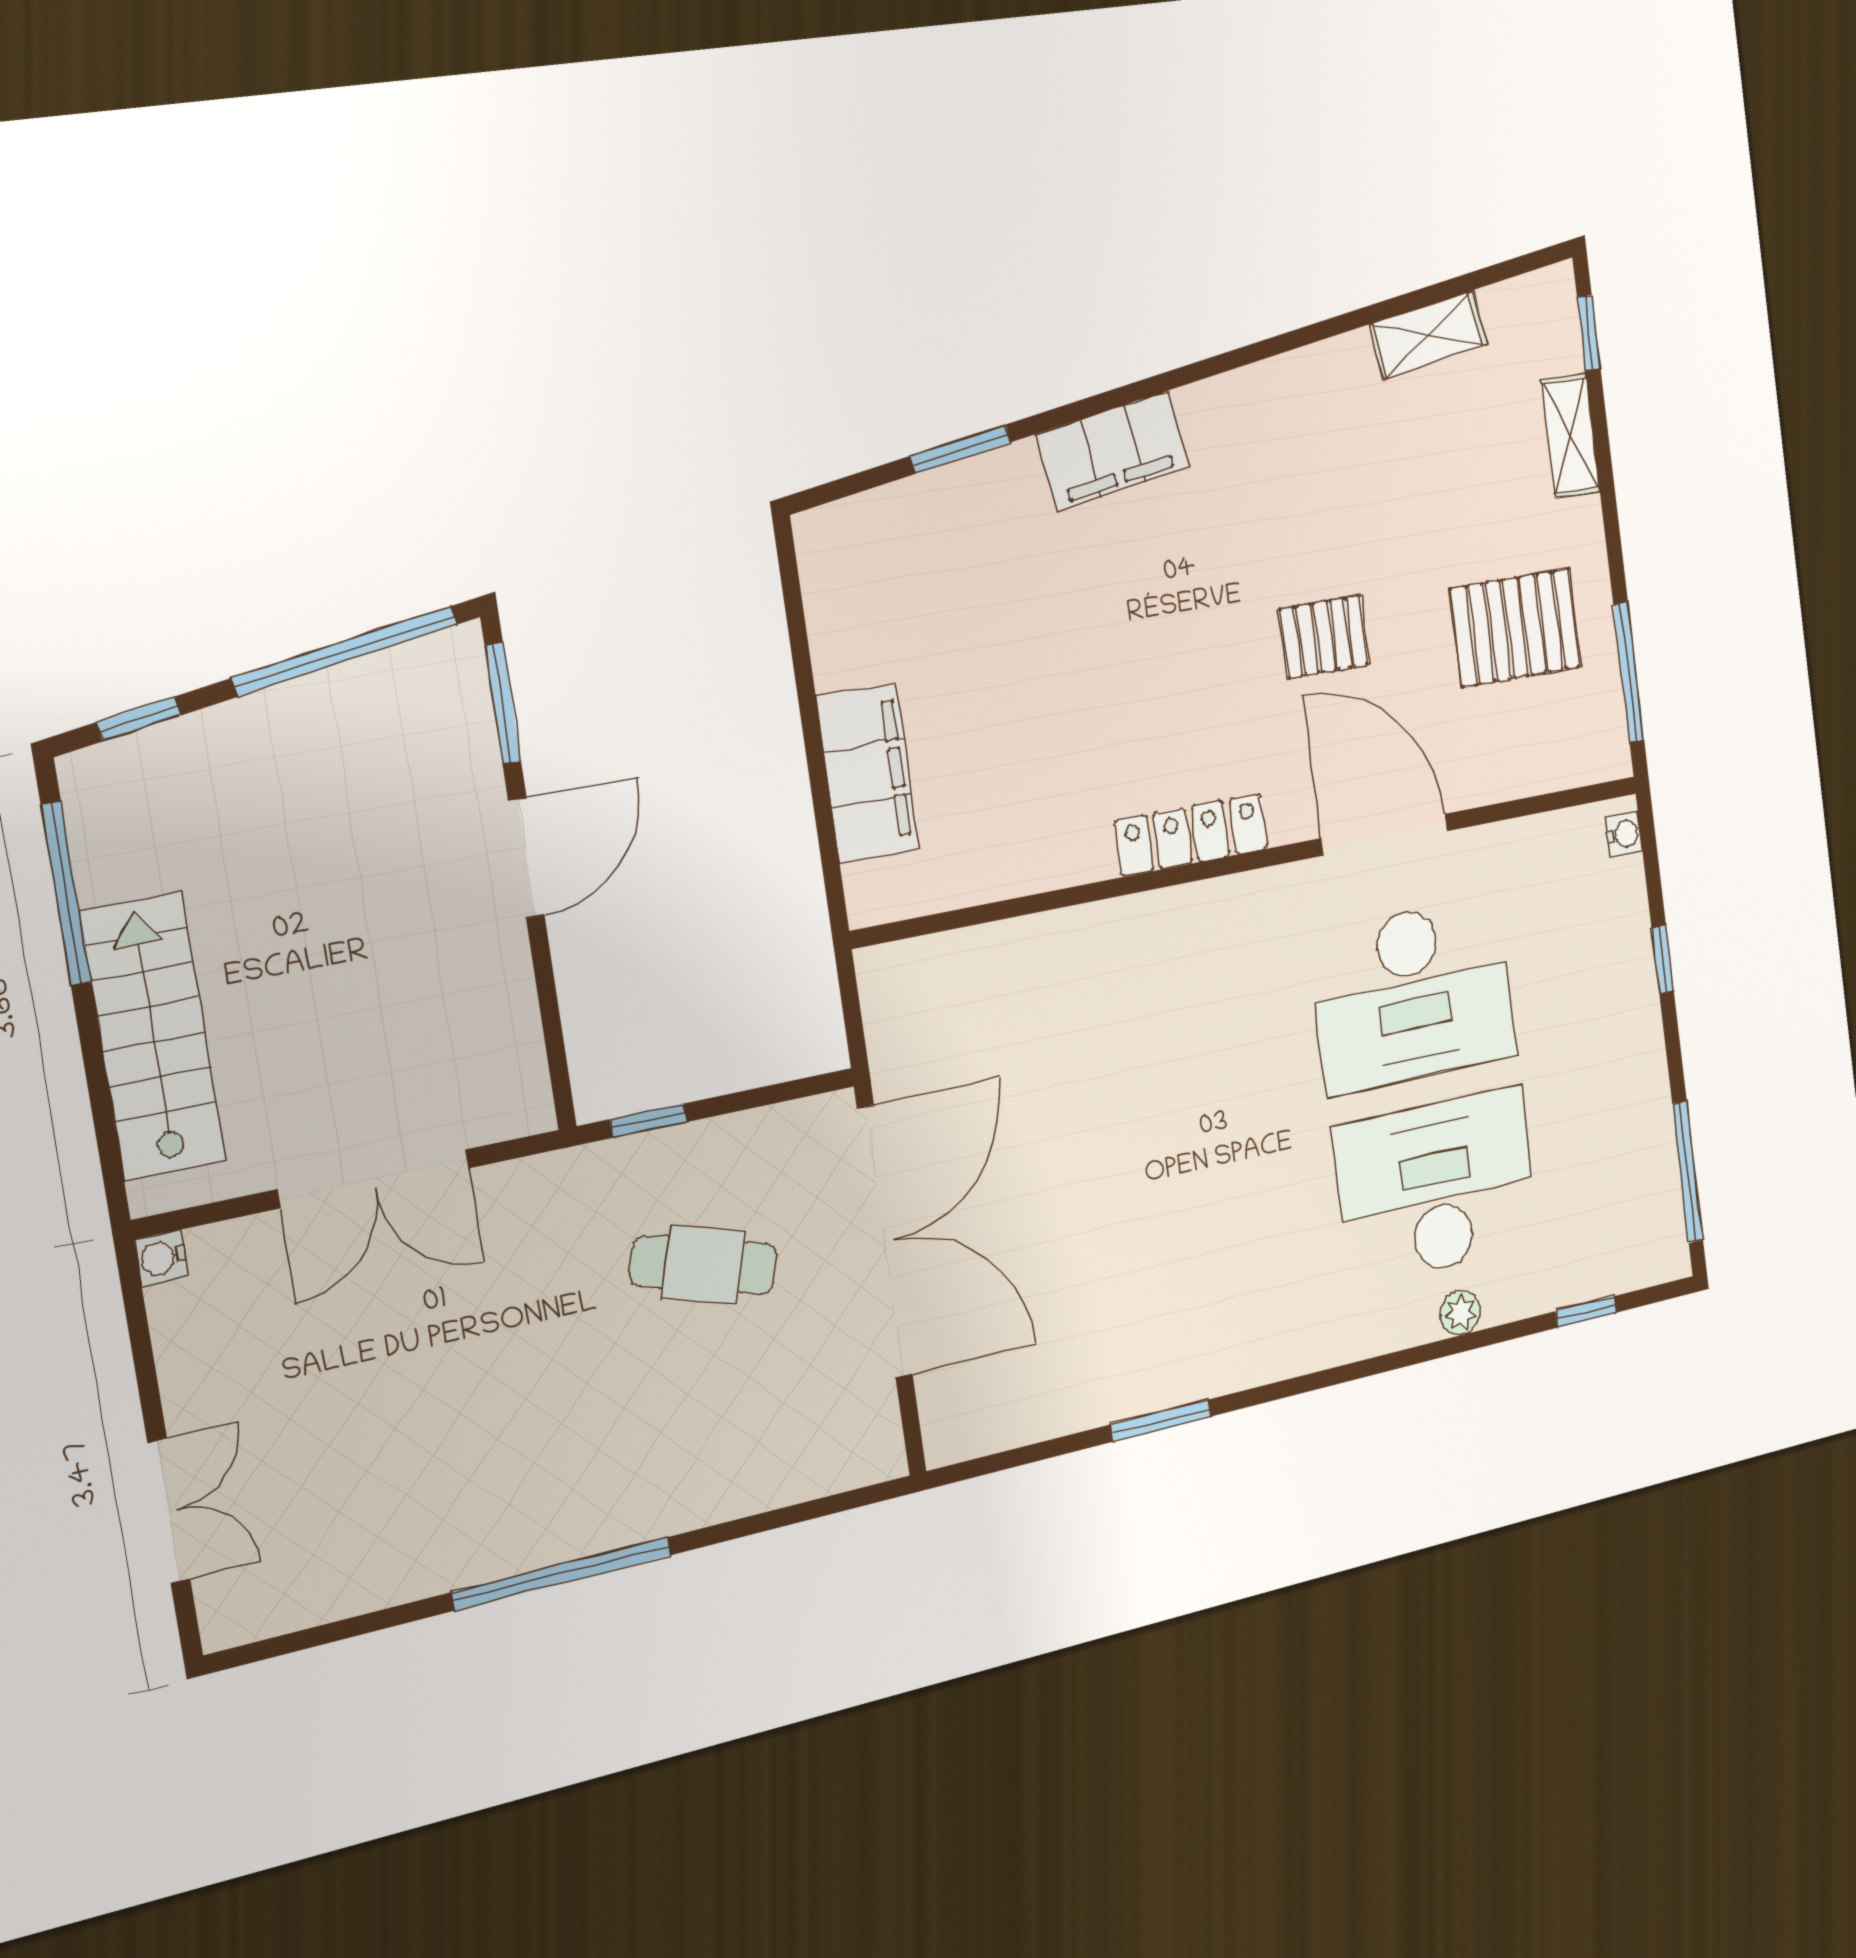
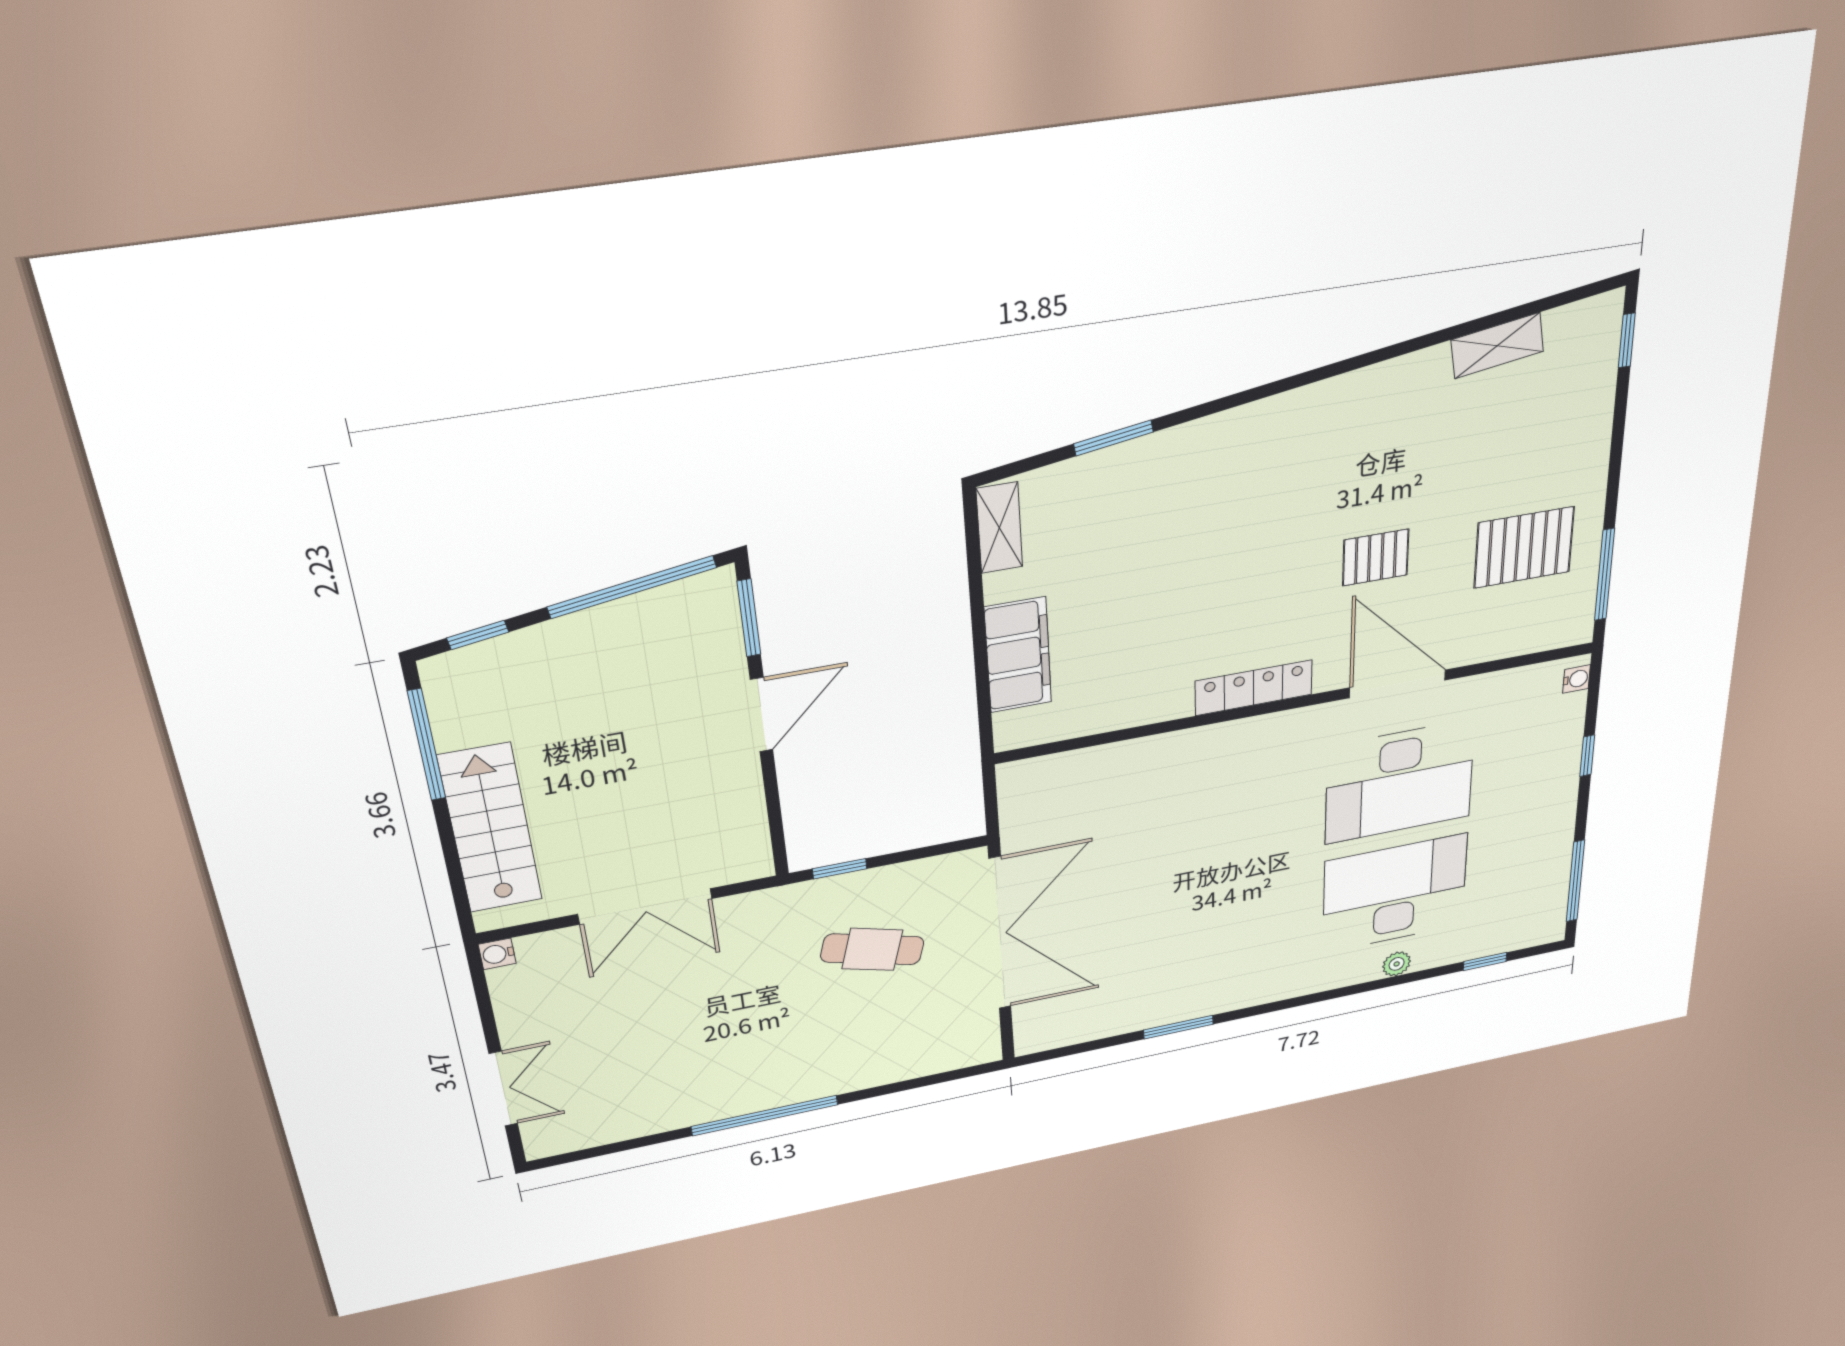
shelving: (1570, 435) -> (999, 528), moved
filing cabinet: (1113, 451) -> (1233, 436), removed

